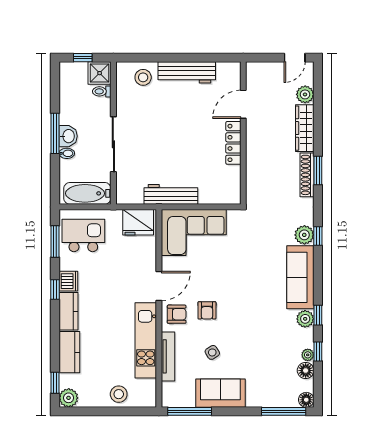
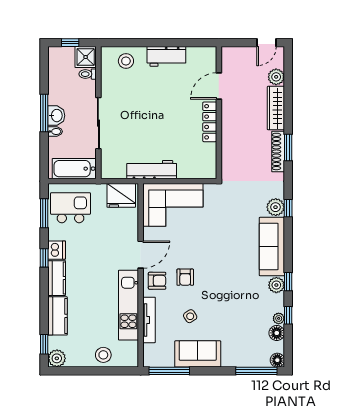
workbench: (187, 72) -> (166, 56), width x0.73

